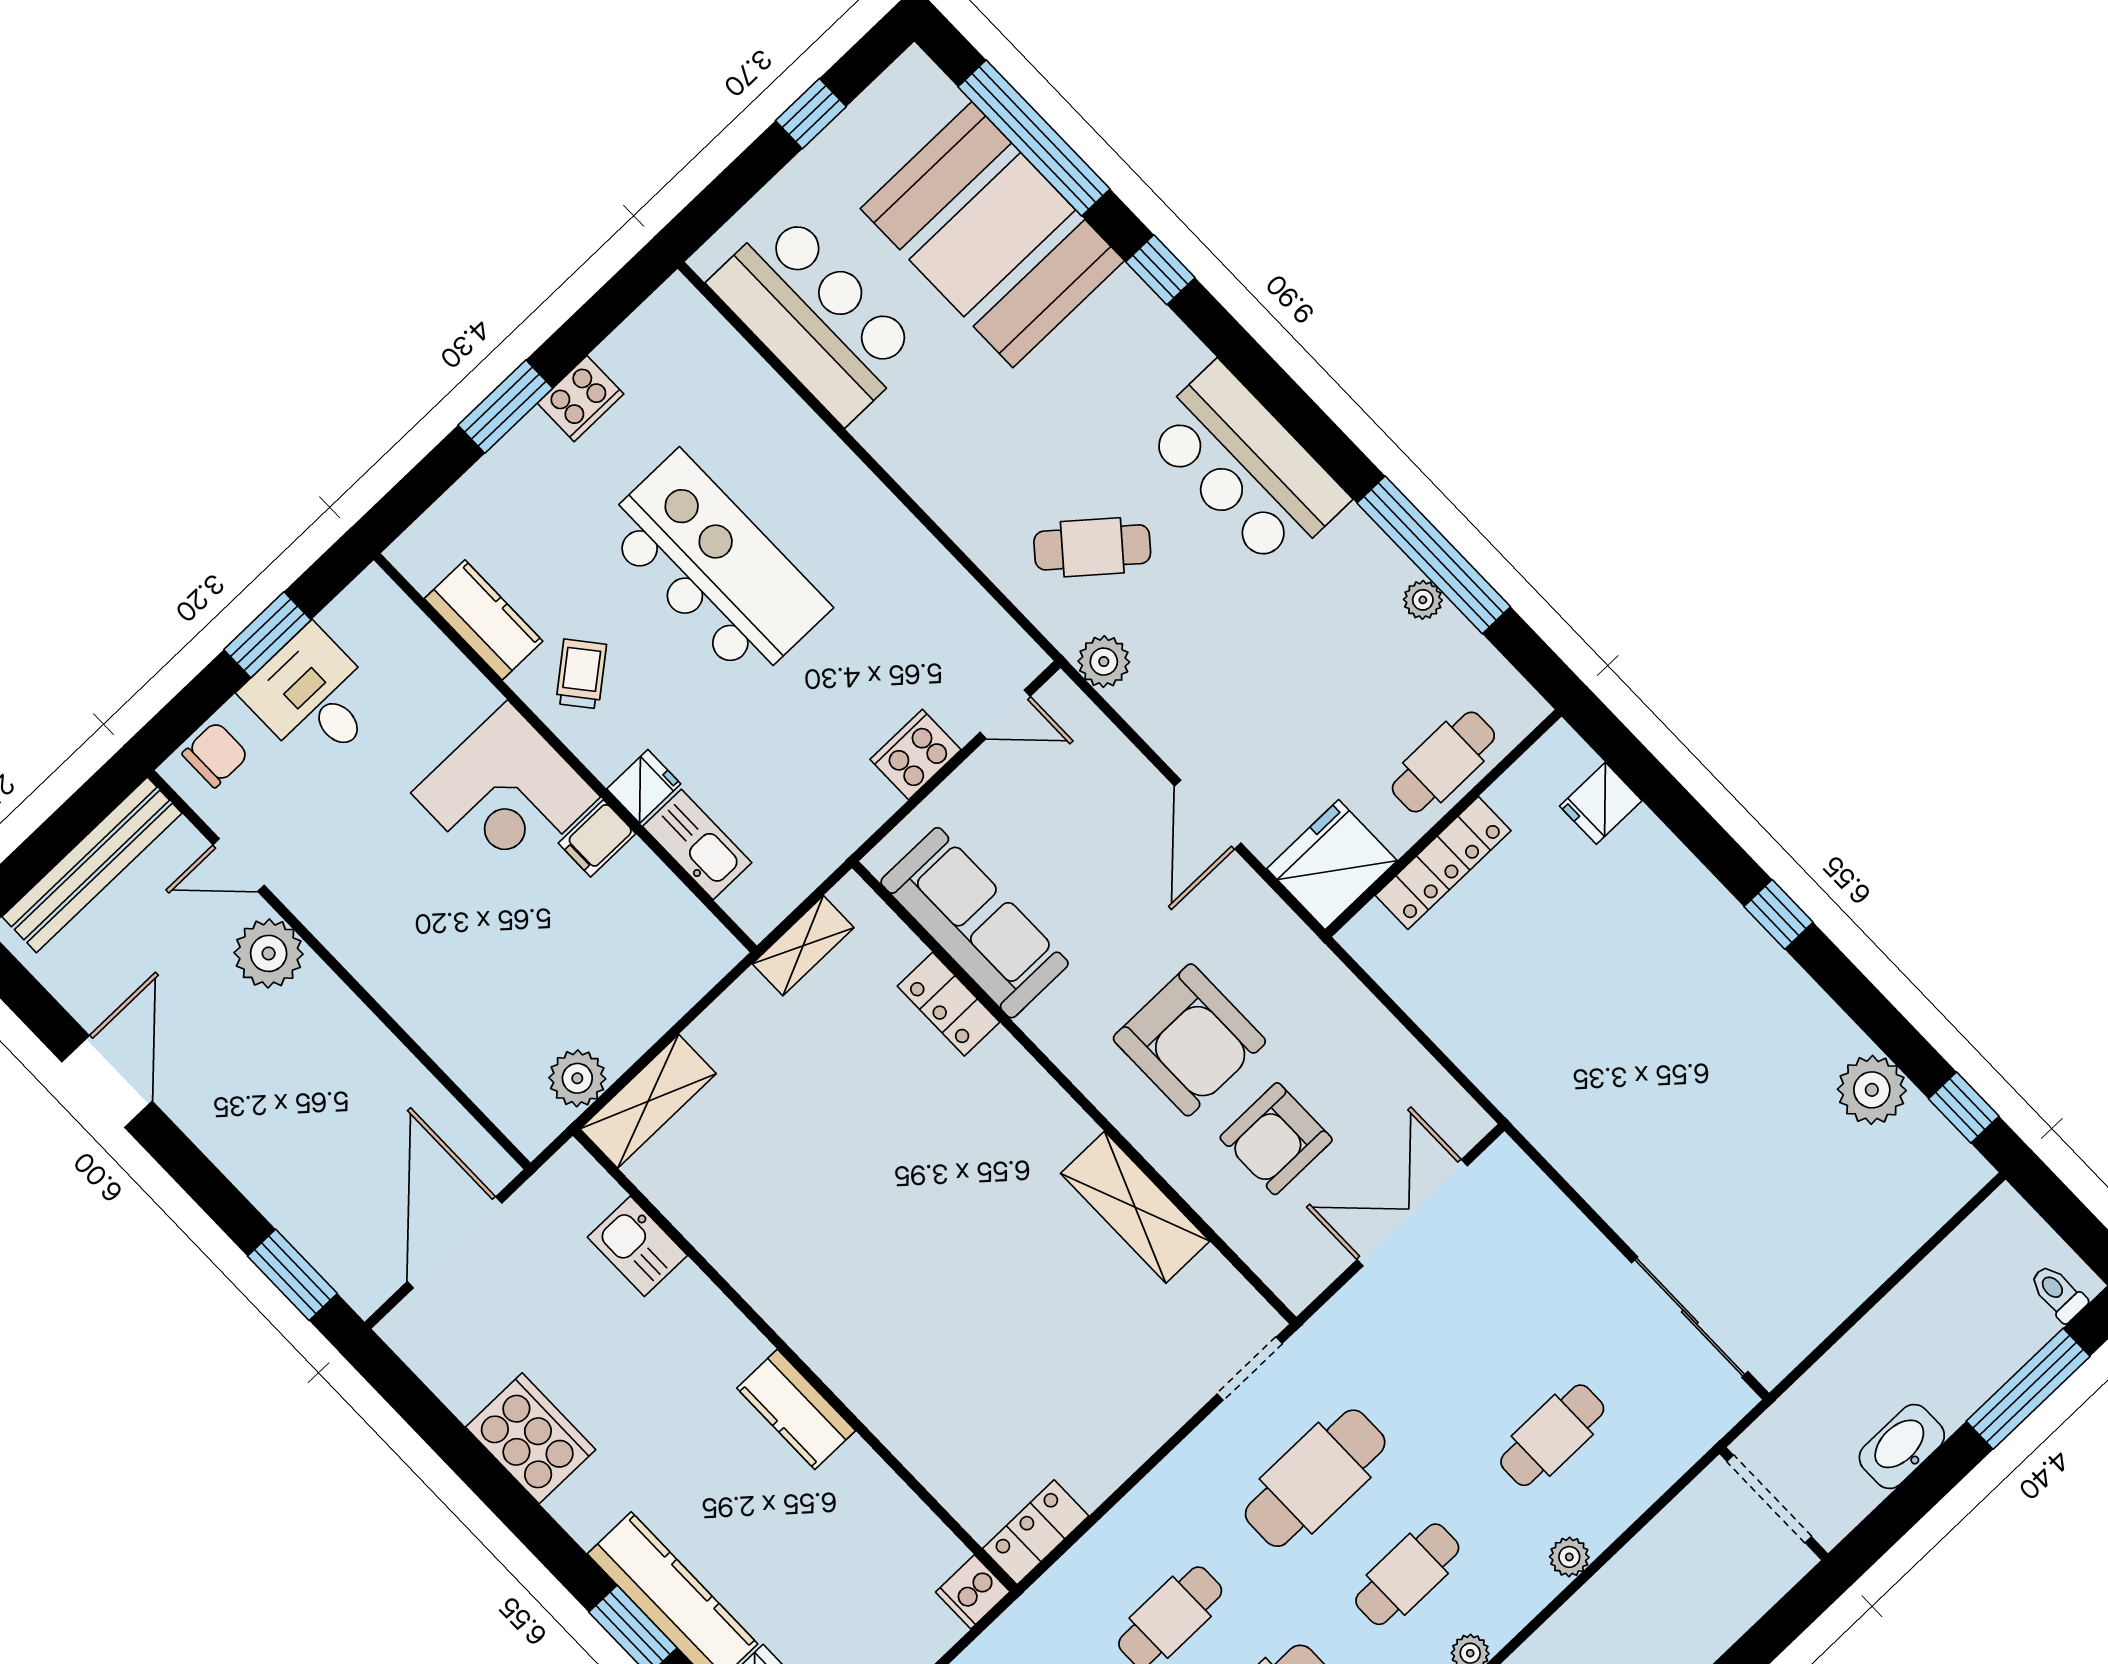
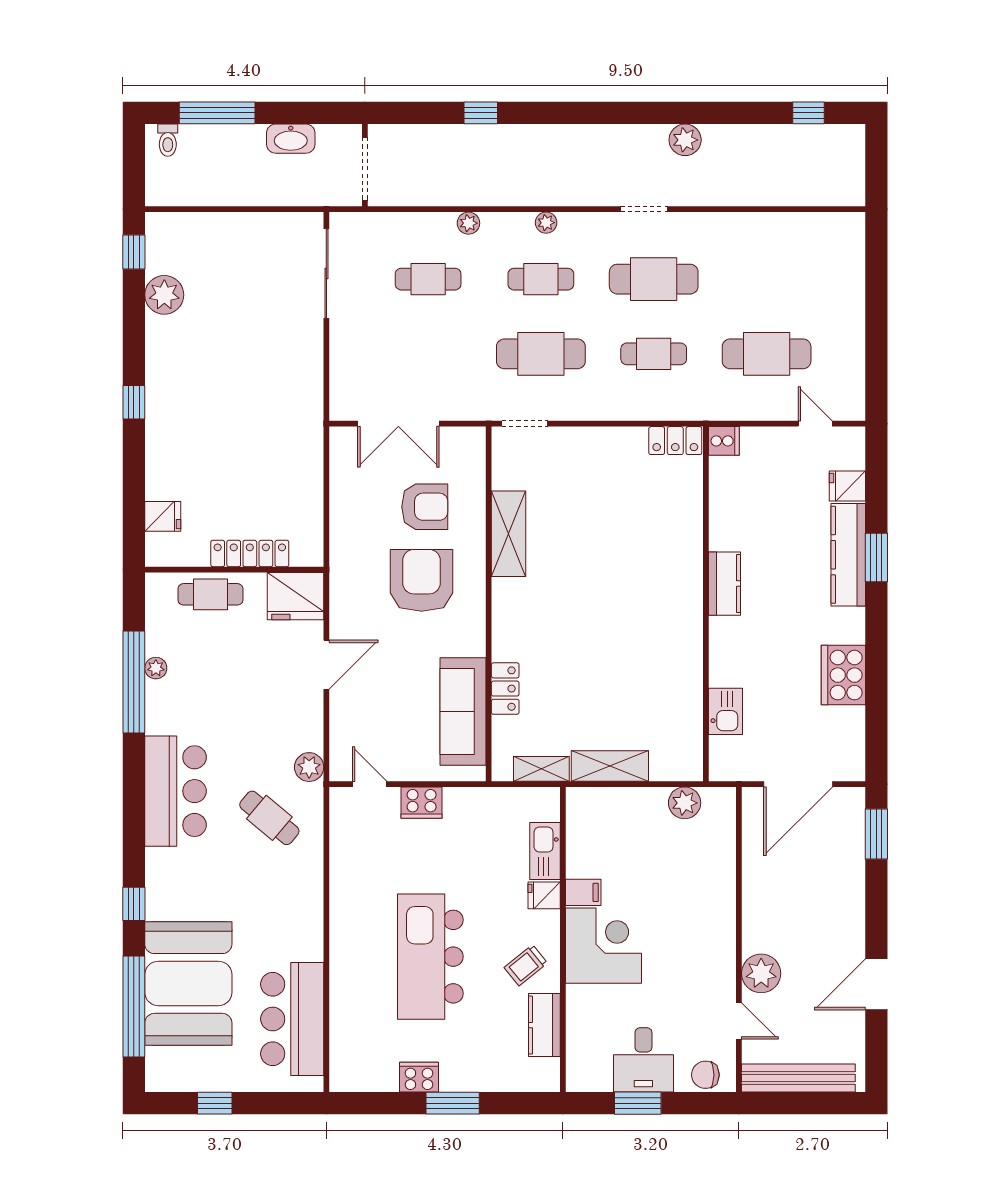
shelving: (648, 1101) -> (610, 766), moved

